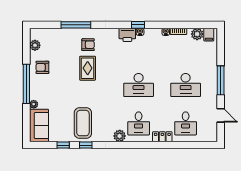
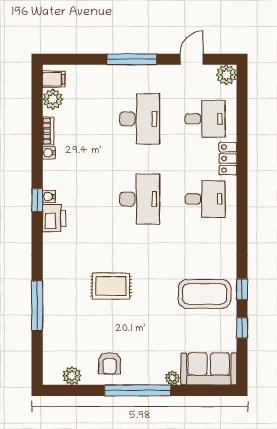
armchair: (88, 45) -> (71, 285), removed
plant: (120, 136) -> (226, 75), moved

